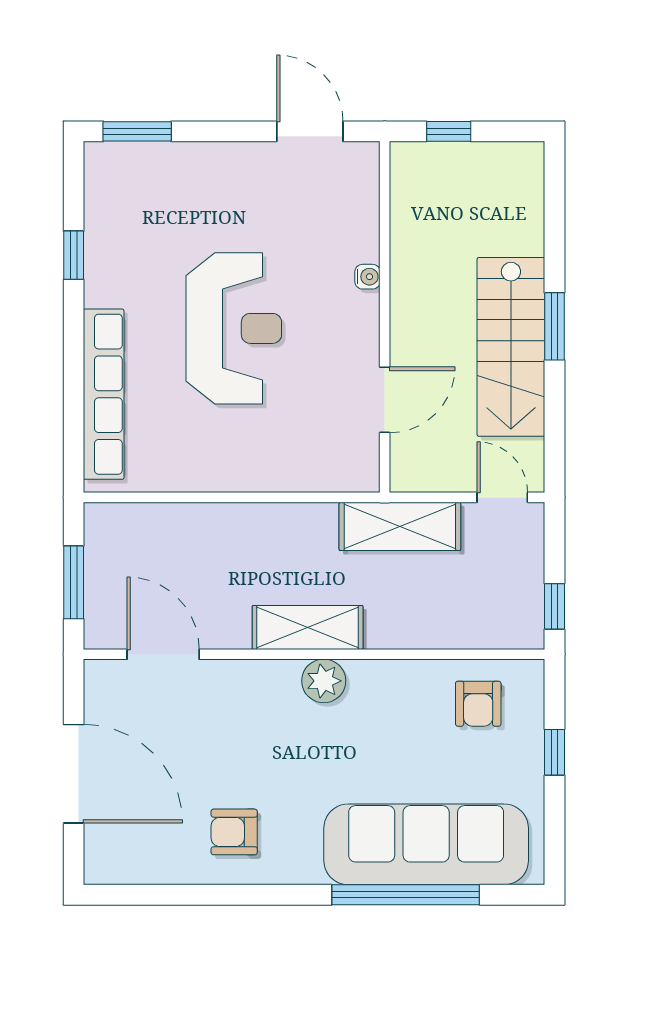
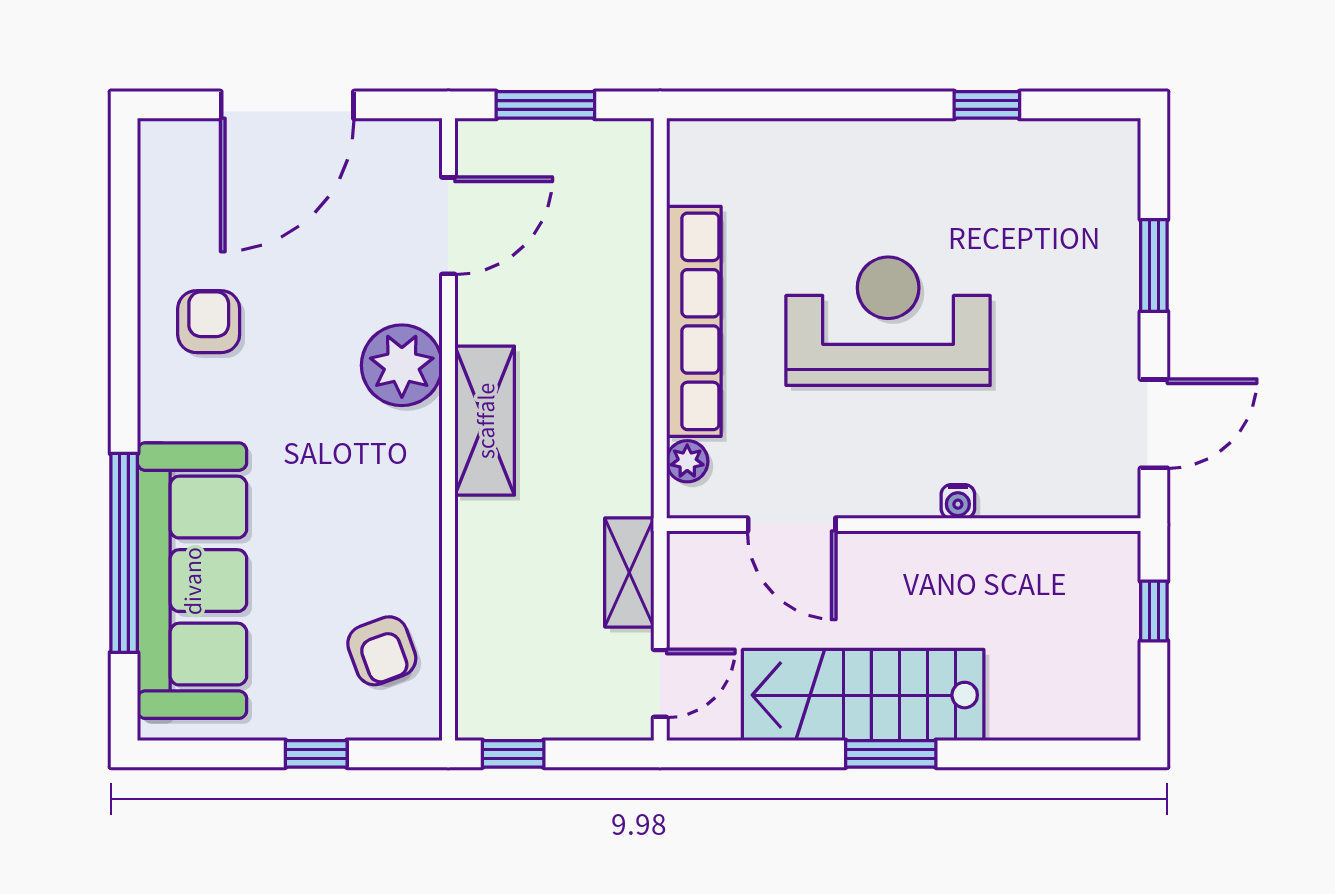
window: (137, 131) -> (1154, 265), moved
reception desk: (234, 328) -> (888, 321), turned 180
row of seats: (104, 394) -> (694, 321), moved, turned -90
plant: (338, 477) -> (687, 461), added
shelving: (400, 526) -> (629, 573), width x0.67, depth x0.75
plant: (324, 681) -> (402, 365), moved, width x1.36, depth x1.36
armchair: (478, 704) -> (382, 651), turned -110

